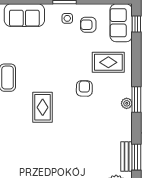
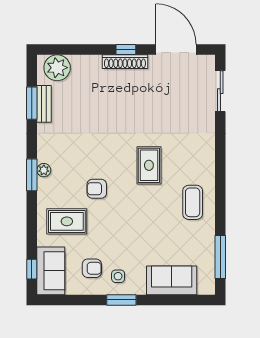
armchair: (84, 88) -> (97, 189), turned 89

